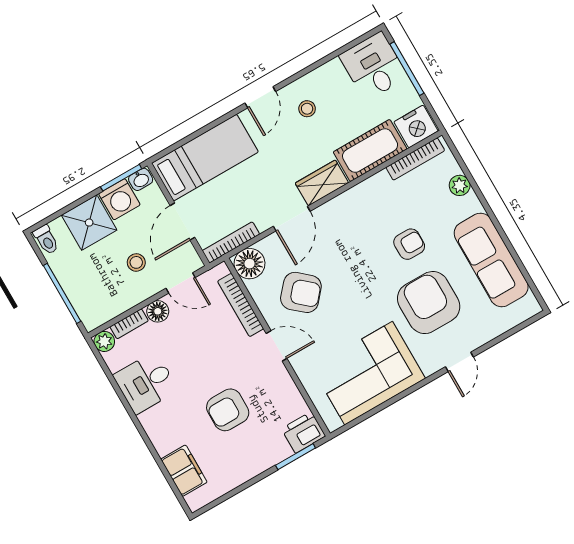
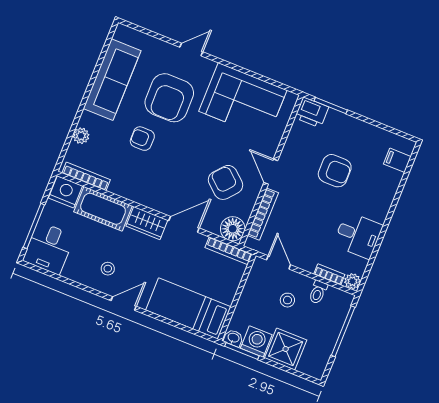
door: (182, 222) -> (239, 291), removed
toilet: (46, 240) -> (318, 292), moved, turned 180
floor lamp: (158, 311) -> (307, 263), removed
filing cabinet: (184, 471) -> (397, 160), width x0.50

